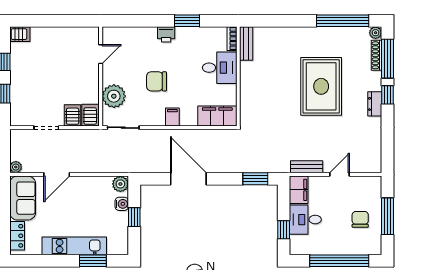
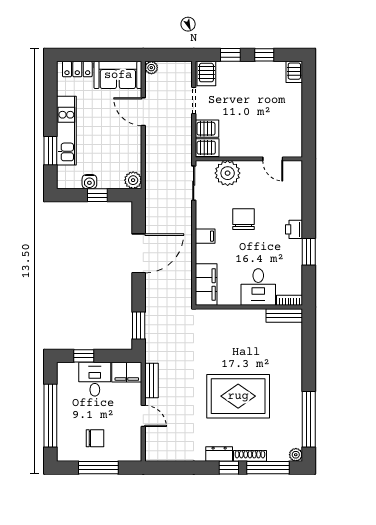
shoe rack: (377, 55) -> (250, 456), moved
server rack: (21, 116) -> (206, 74), added
water cooler: (122, 204) -> (89, 182), moved

